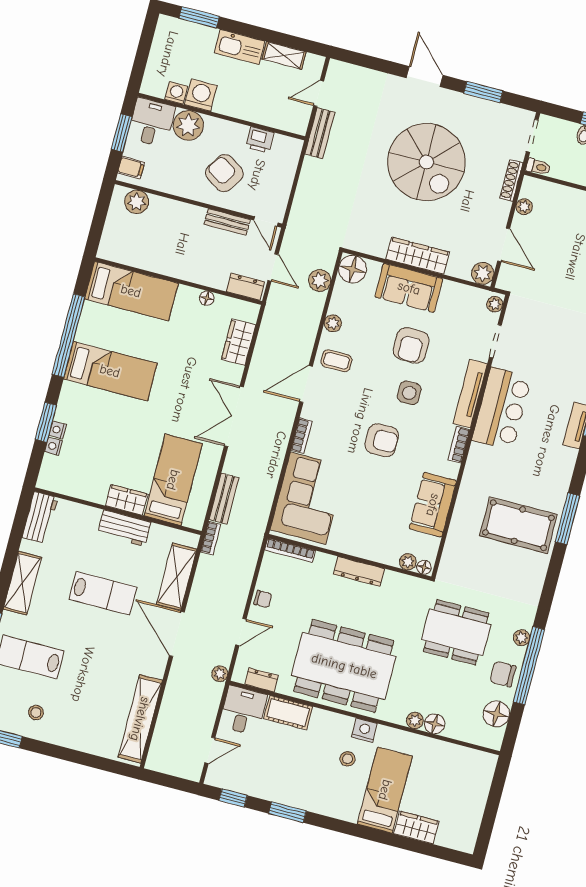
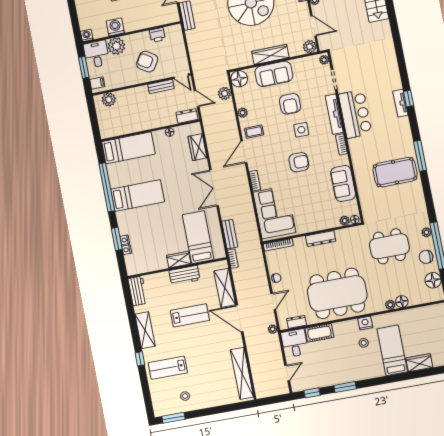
washing machine: (176, 93) -> (87, 35), moved

